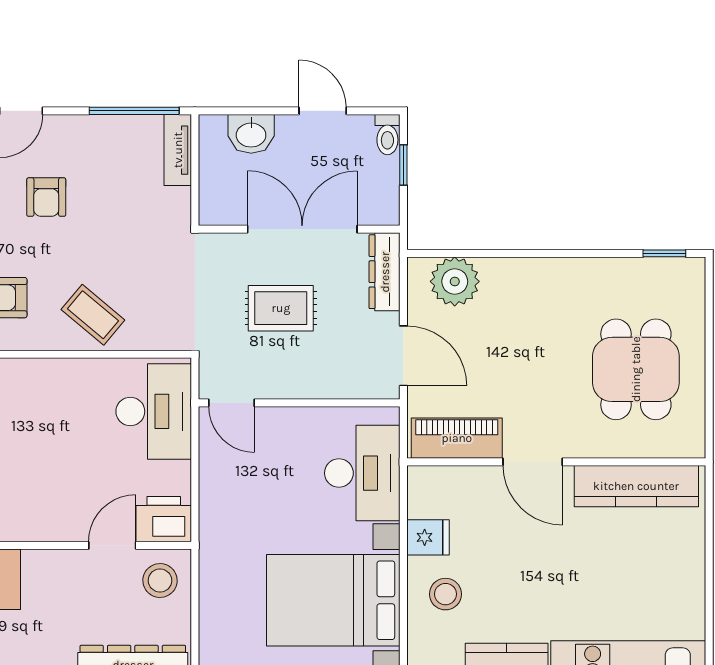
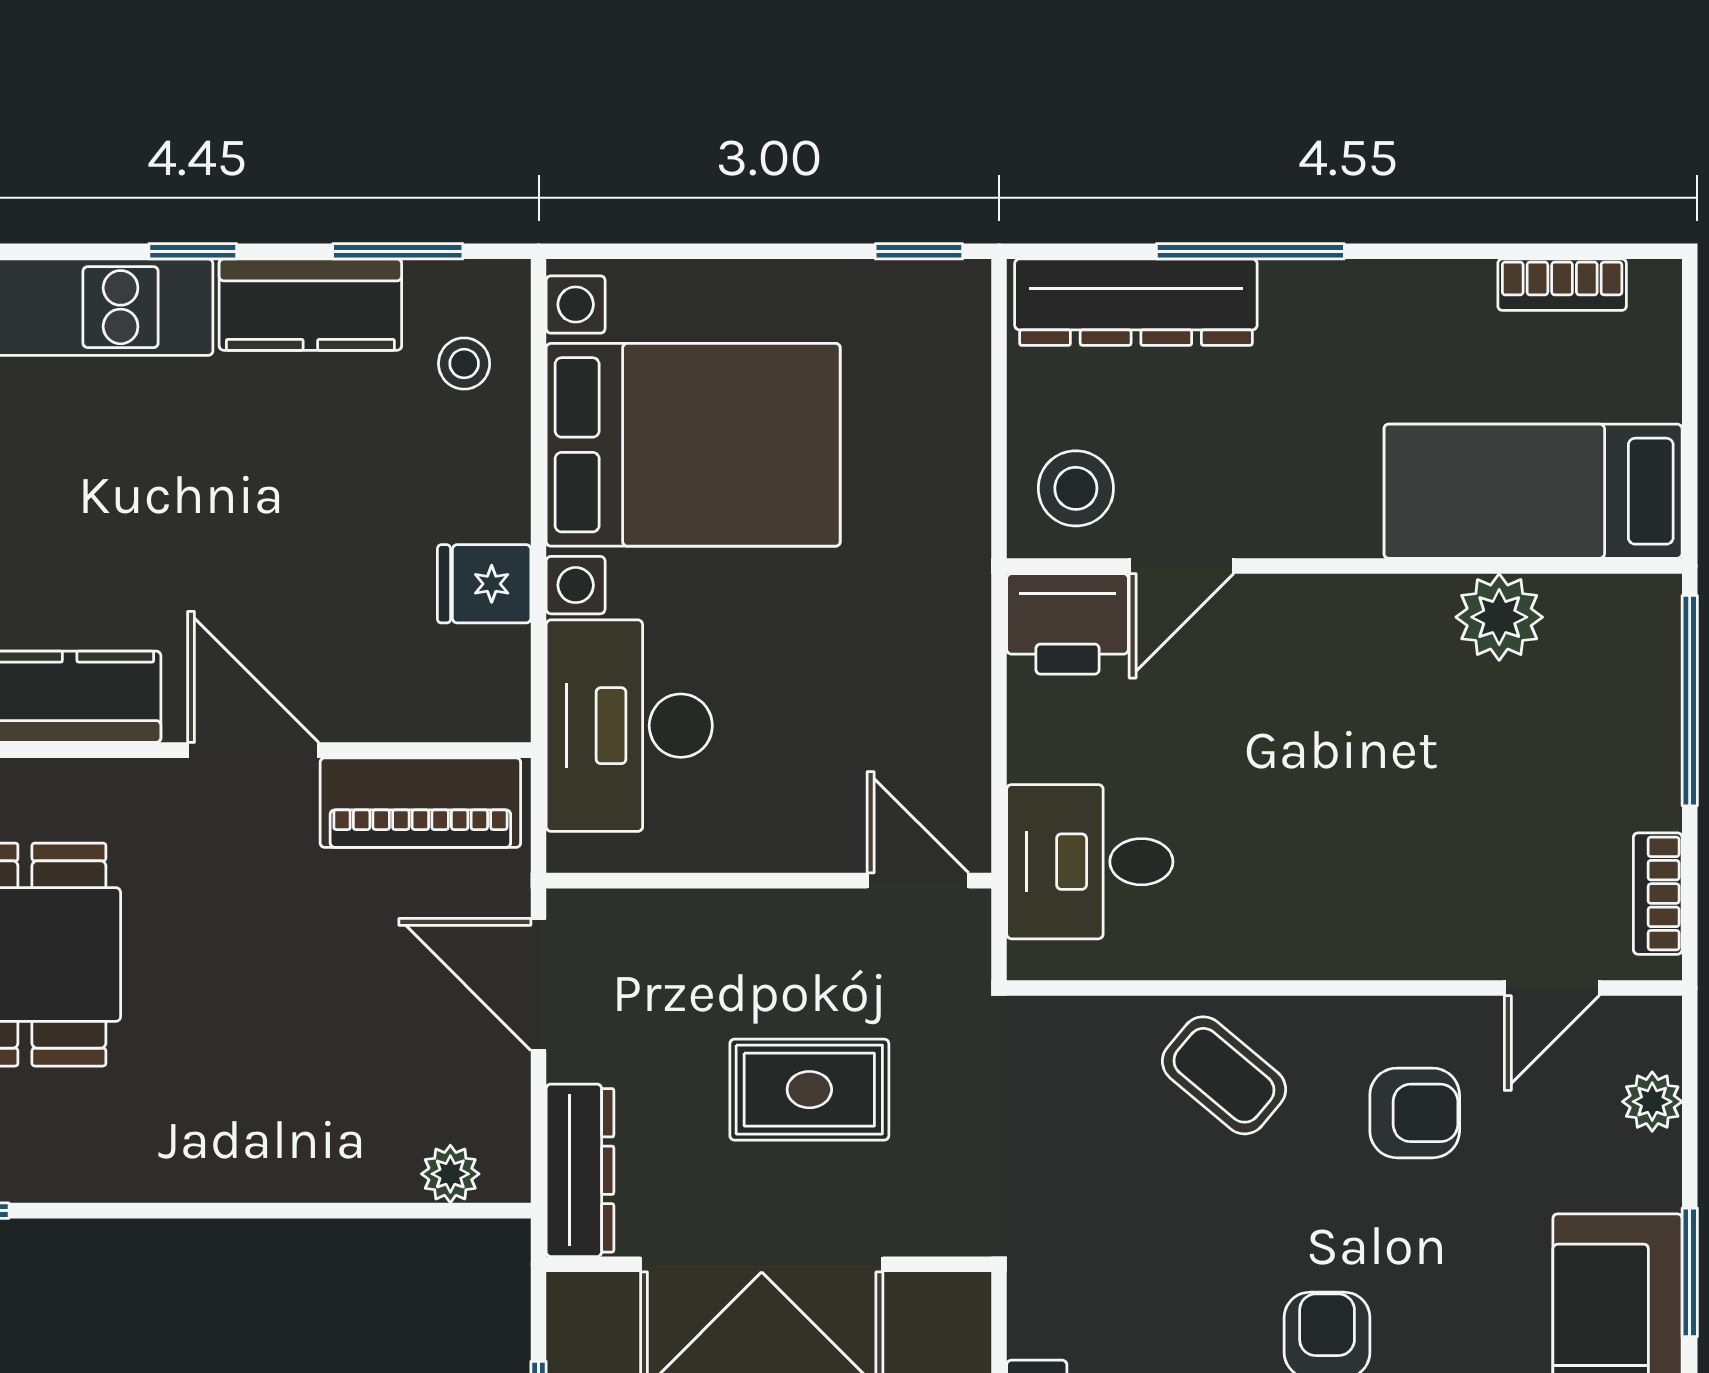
plant: (455, 281) -> (450, 1174), width x0.53, depth x0.53
desk: (154, 411) -> (1090, 862), width x0.73
stool: (445, 594) -> (464, 364), moved, width x0.73, depth x0.73

